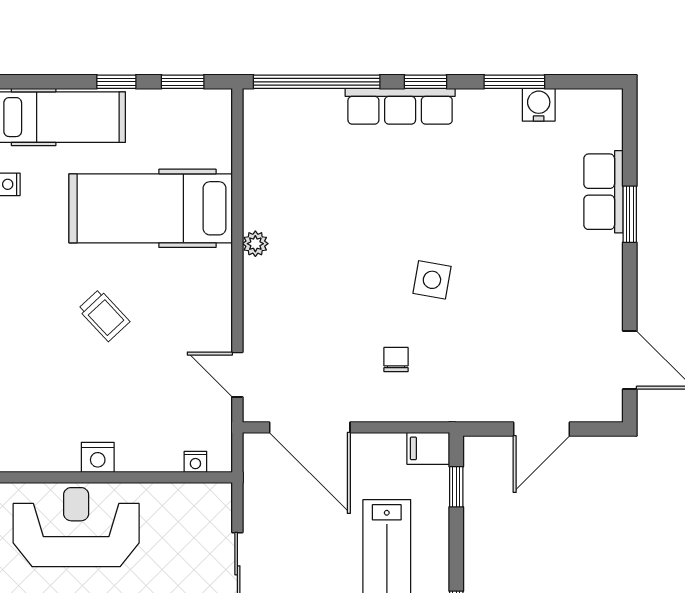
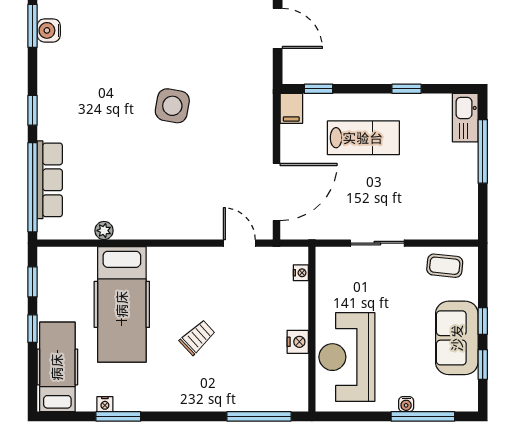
window: (514, 82) -> (33, 26), moved
row of seats: (400, 106) -> (50, 180), moved
plant: (255, 244) -> (104, 231), moved
side table: (432, 280) -> (172, 106), width x1.37, depth x1.37
chair: (396, 360) -> (229, 131), removed
door: (237, 375) -> (239, 243), swing flipped

